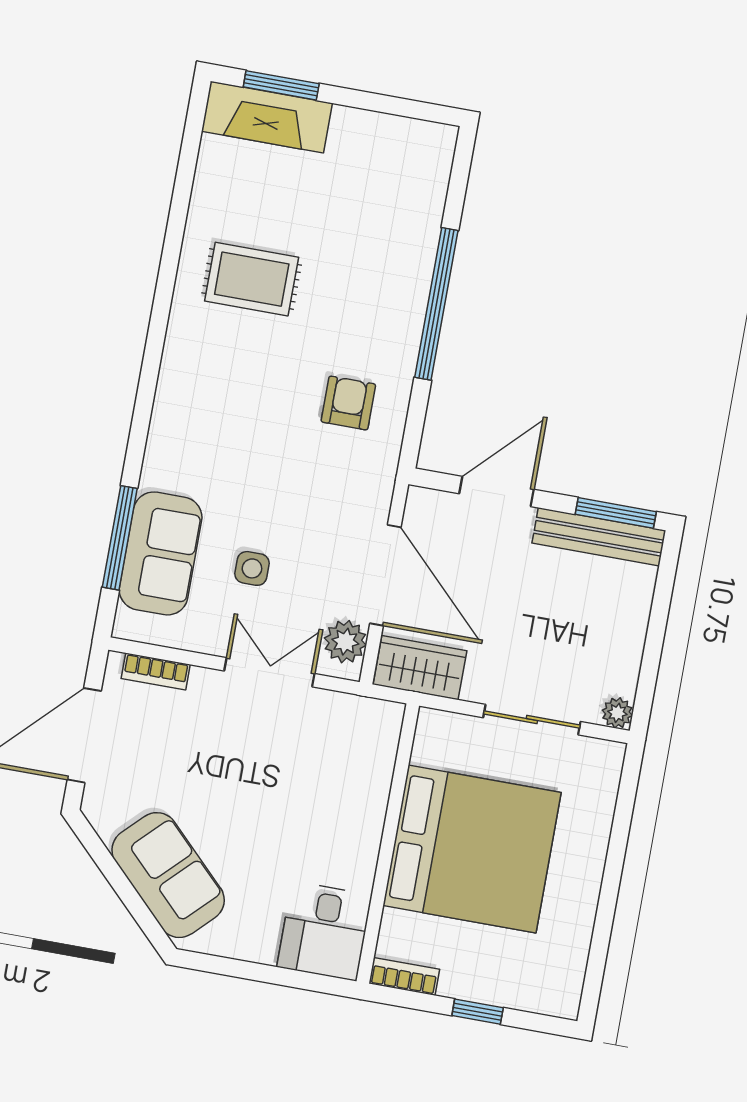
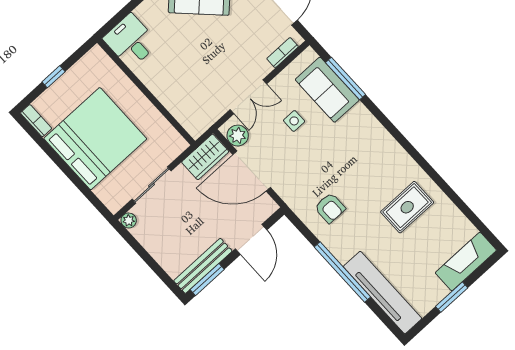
window: (281, 85) -> (452, 297), moved
tv unit: (420, 213) -> (383, 293), added
bed: (472, 849) -> (95, 139), moved, turned 180
bookcase: (404, 976) -> (36, 121), moved, turned -90

